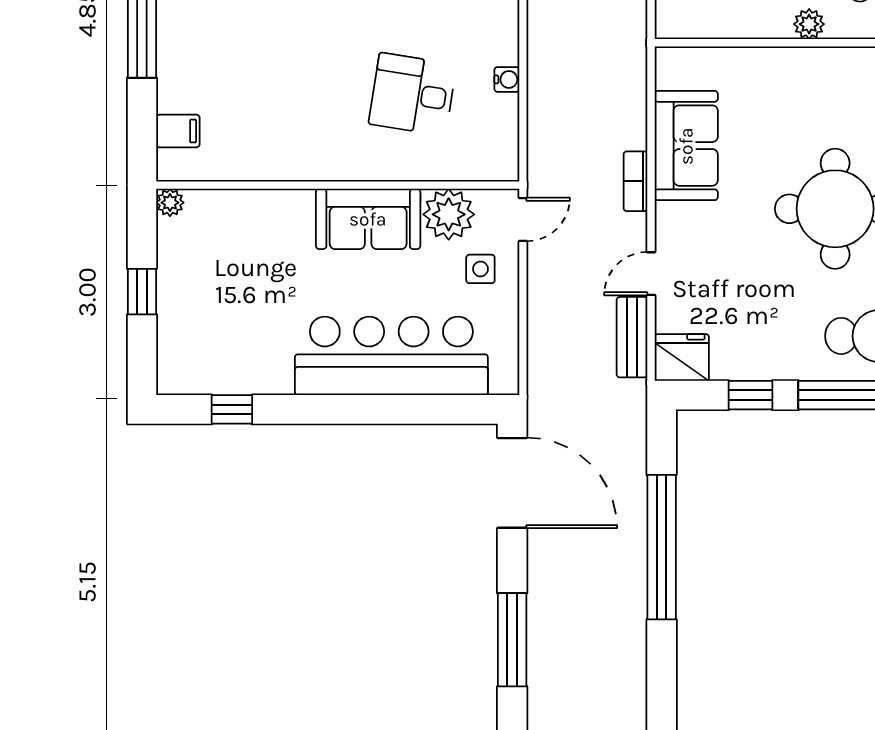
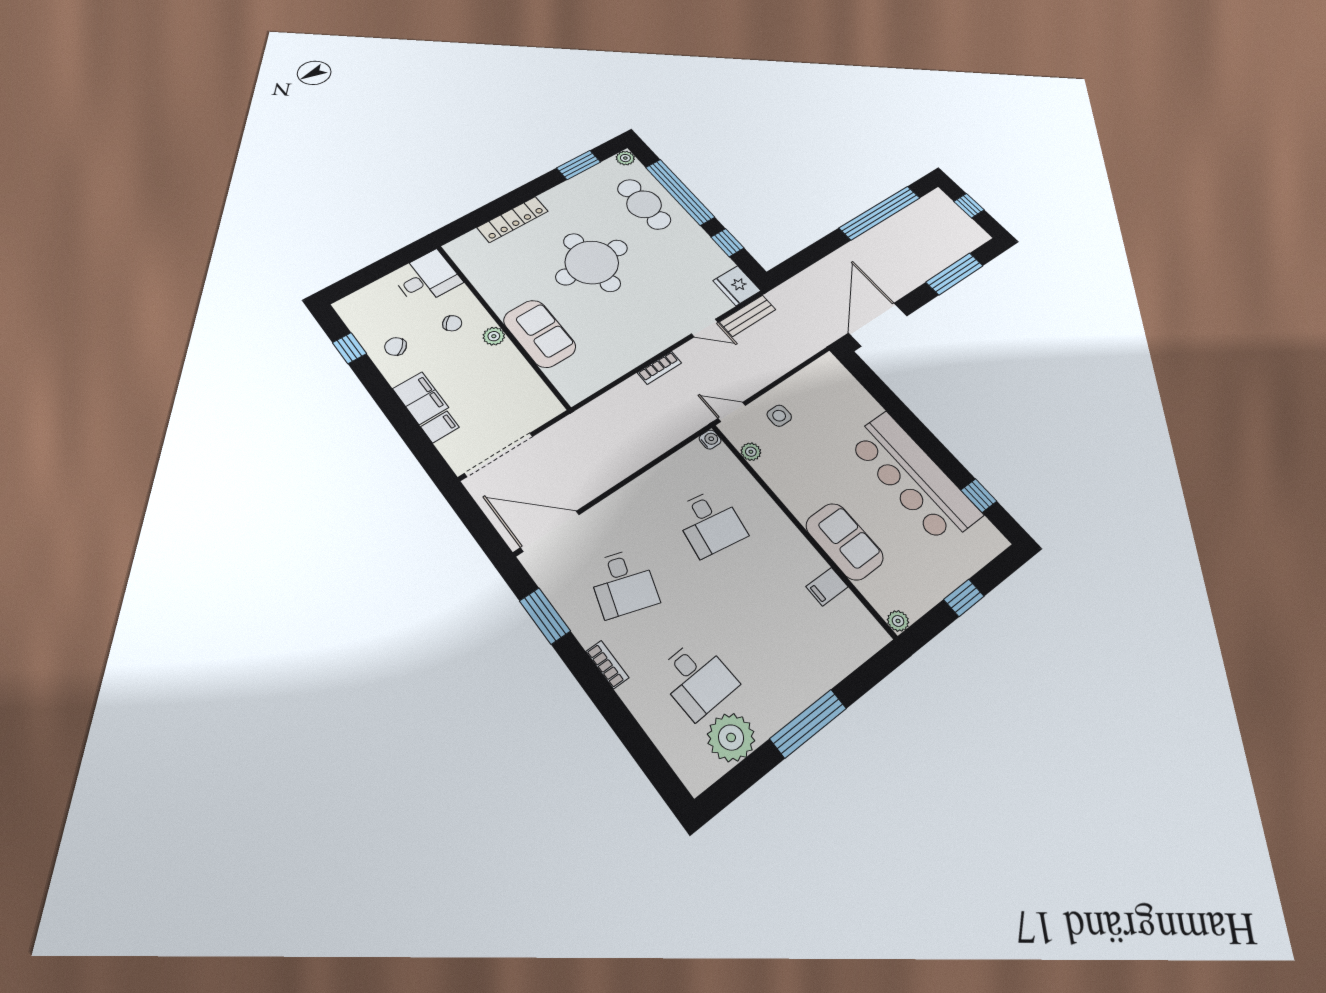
water cooler: (507, 79) -> (710, 440), moved, turned 90
filing cabinet: (178, 131) -> (827, 587), moved, turned -90
sofa: (686, 146) -> (540, 334), moved, turned 90
plant: (449, 214) -> (751, 452), width x0.53, depth x0.53
sofa: (368, 219) -> (844, 541), moved
bar counter: (391, 356) -> (913, 477), moved
window: (662, 547) -> (880, 213), moved

